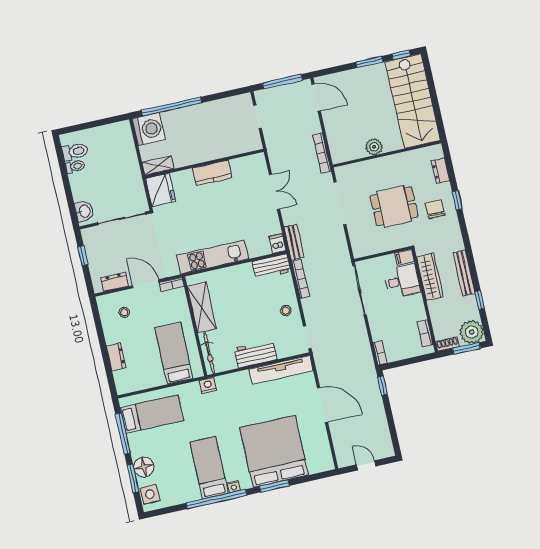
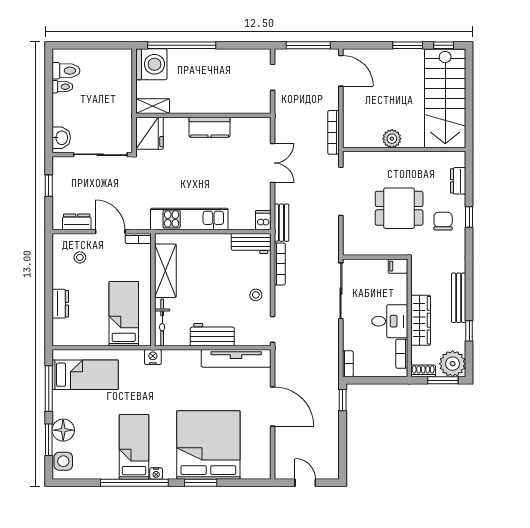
wardrobe: (430, 277) -> (421, 320), moved
desk: (402, 281) -> (390, 321), moved

